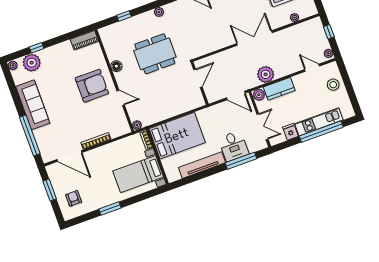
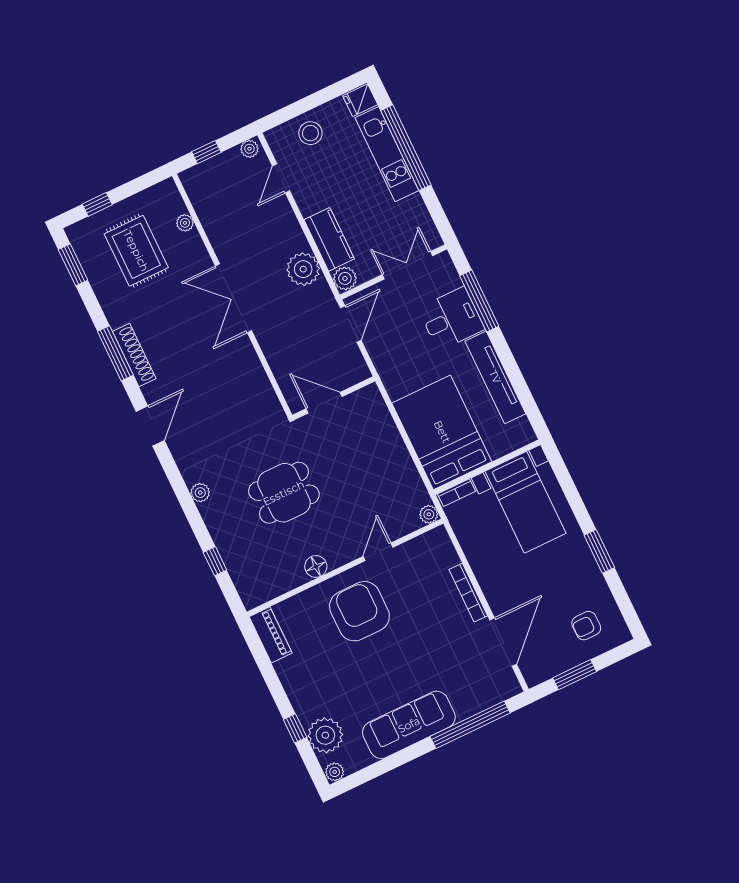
dining table: (155, 54) -> (284, 493), width x0.73
fridge: (290, 132) -> (360, 100), moved

